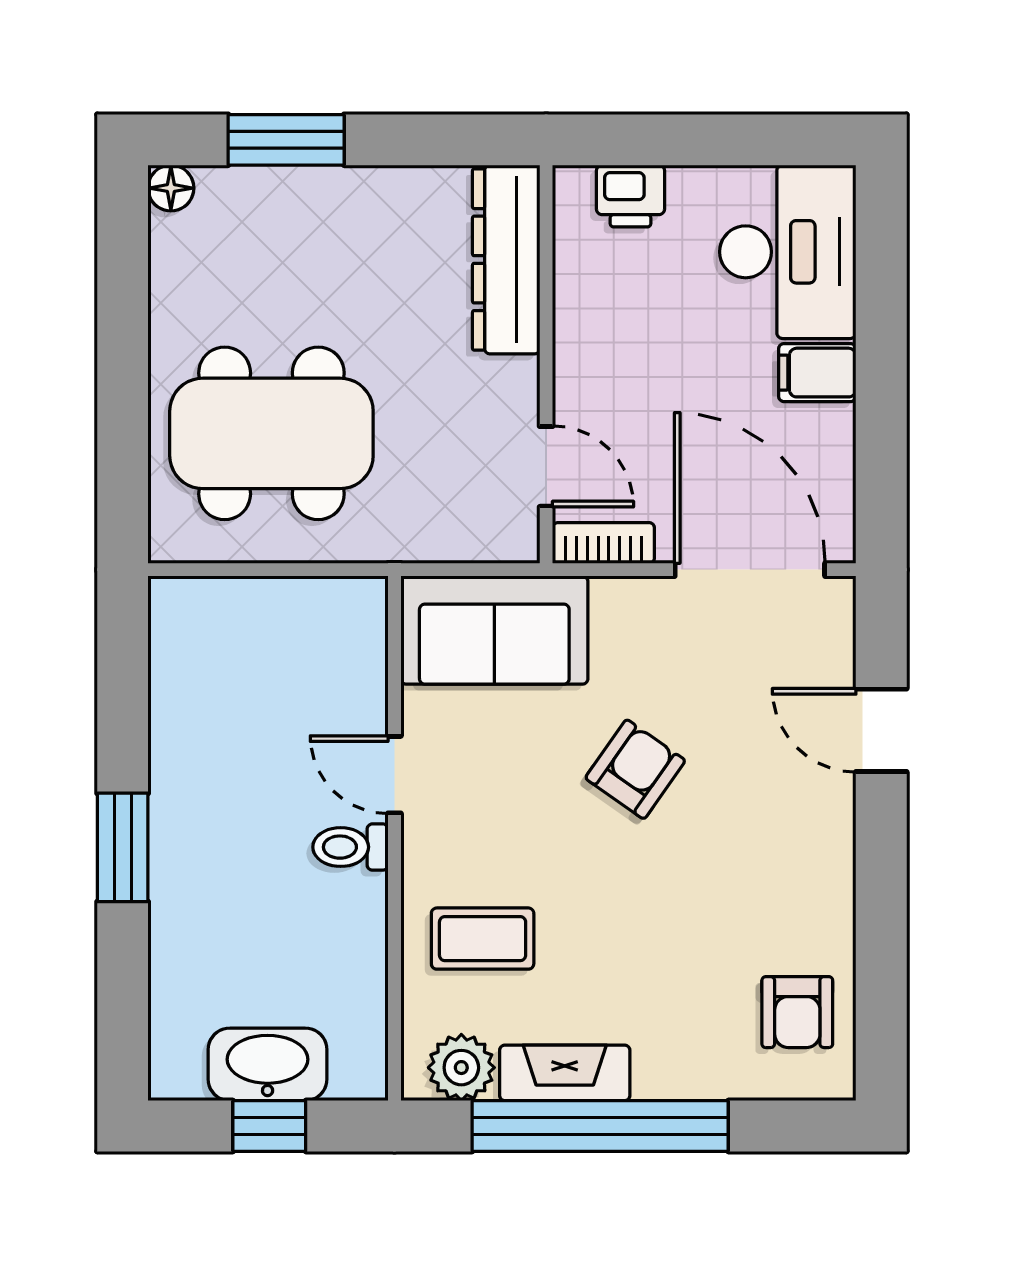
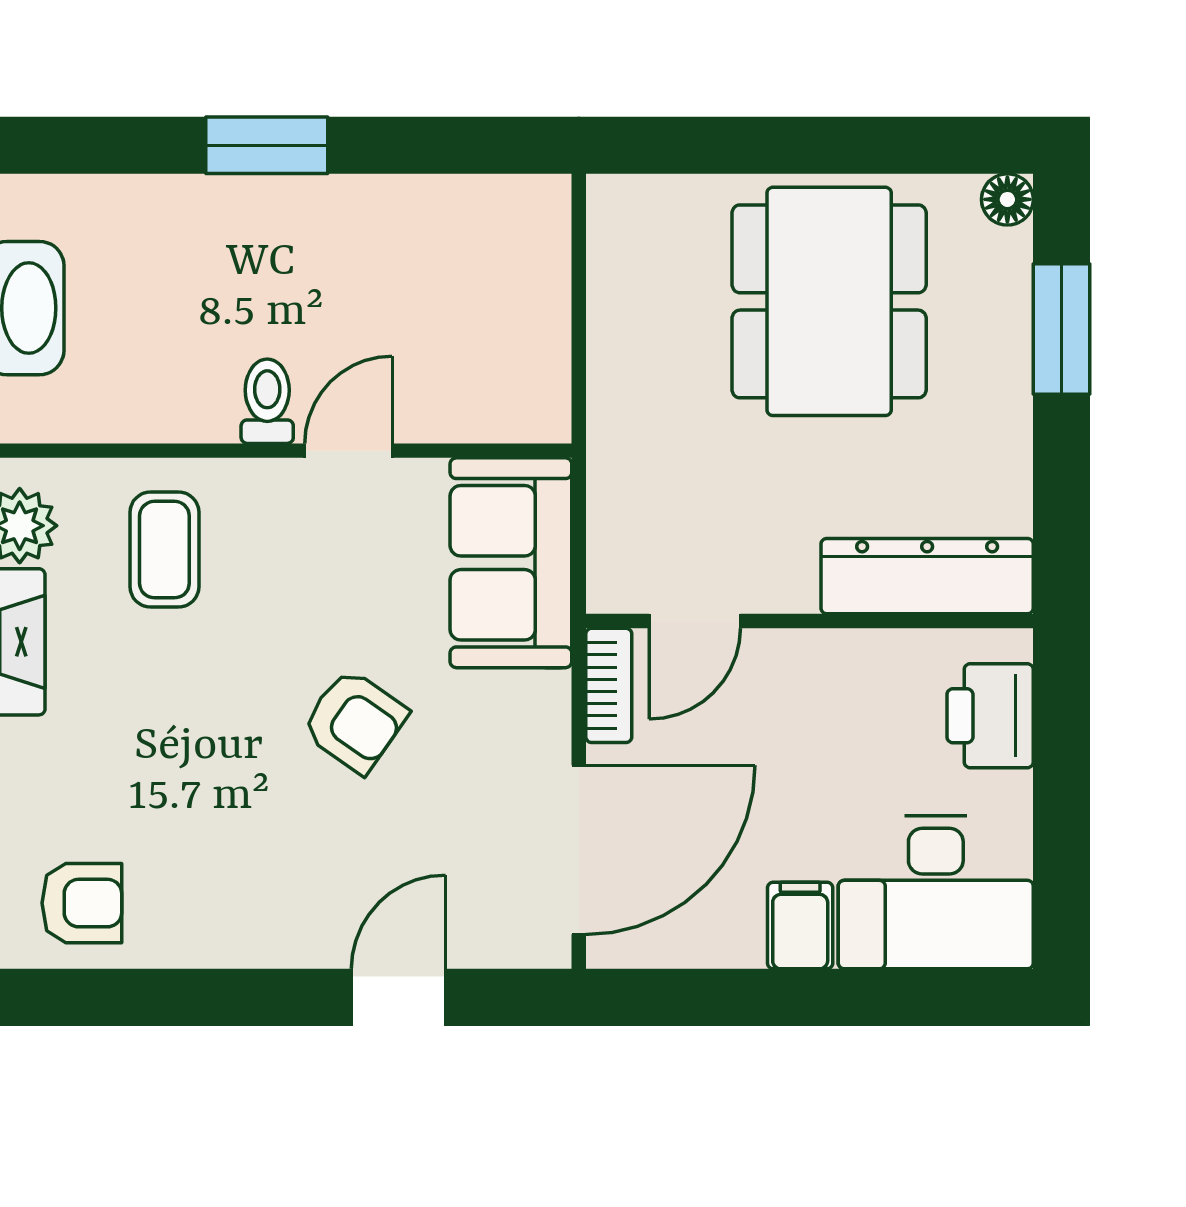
printer: (630, 196) -> (990, 716), width x1.36, depth x1.24
dining table: (271, 433) -> (829, 301), moved
armchair: (797, 1012) -> (82, 903), turned 180

